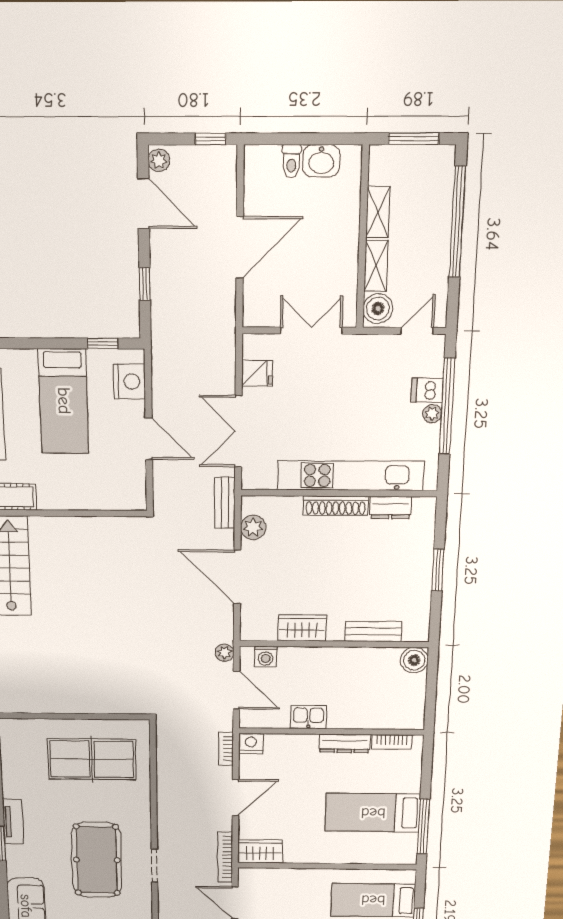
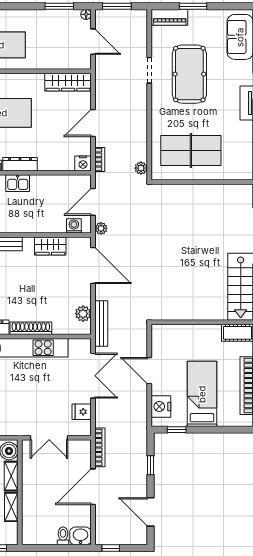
plant: (159, 160) -> (141, 168), moved
washbasin: (321, 161) -> (80, 536), moved
bench: (225, 503) -> (101, 324), width x1.36
door: (237, 577) -> (93, 266), moved
door: (236, 690) -> (93, 202), hinge flipped
kitchen sink: (308, 717) -> (18, 183), moved
wardrobe: (260, 851) -> (68, 82), width x1.50
bookcase: (225, 857) -> (100, 447), moved

